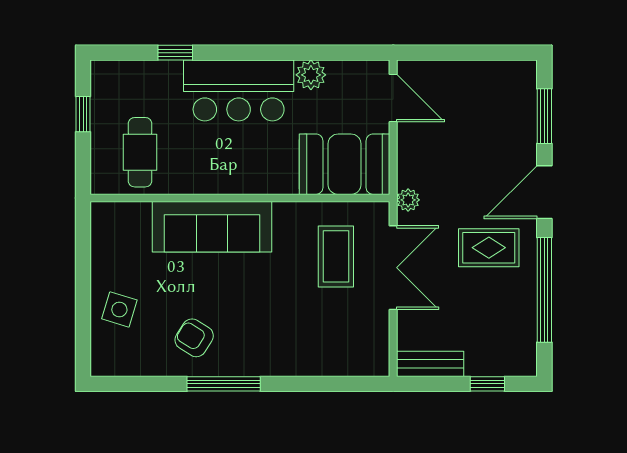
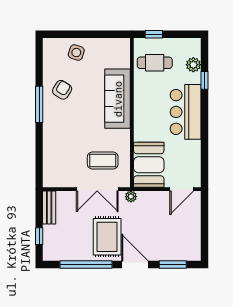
plant: (311, 75) -> (193, 65), moved
window: (83, 114) -> (154, 34), moved
rug: (489, 248) -> (107, 237), width x1.36, depth x1.43

